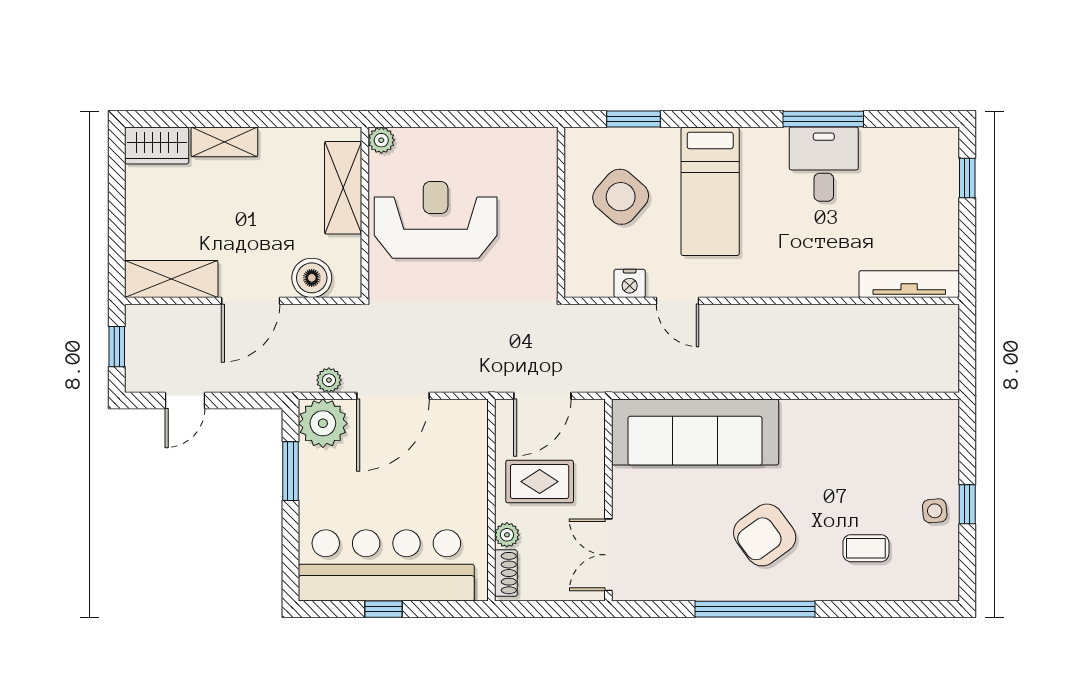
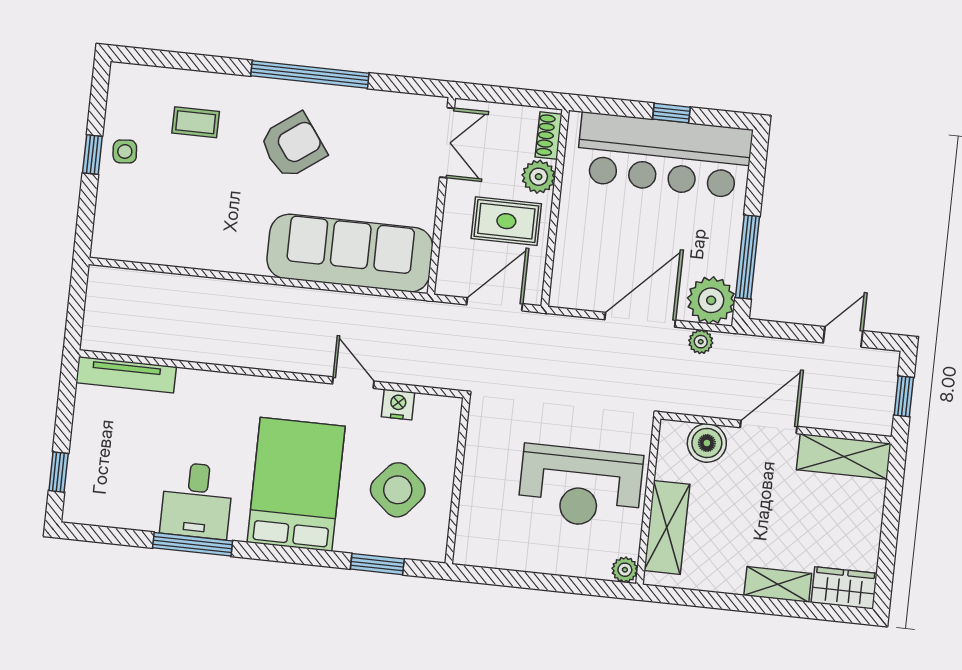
bed: (710, 191) -> (296, 484), width x1.50
window: (291, 471) -> (748, 257), width x1.44
plant: (507, 535) -> (539, 177), width x1.38, depth x1.38

